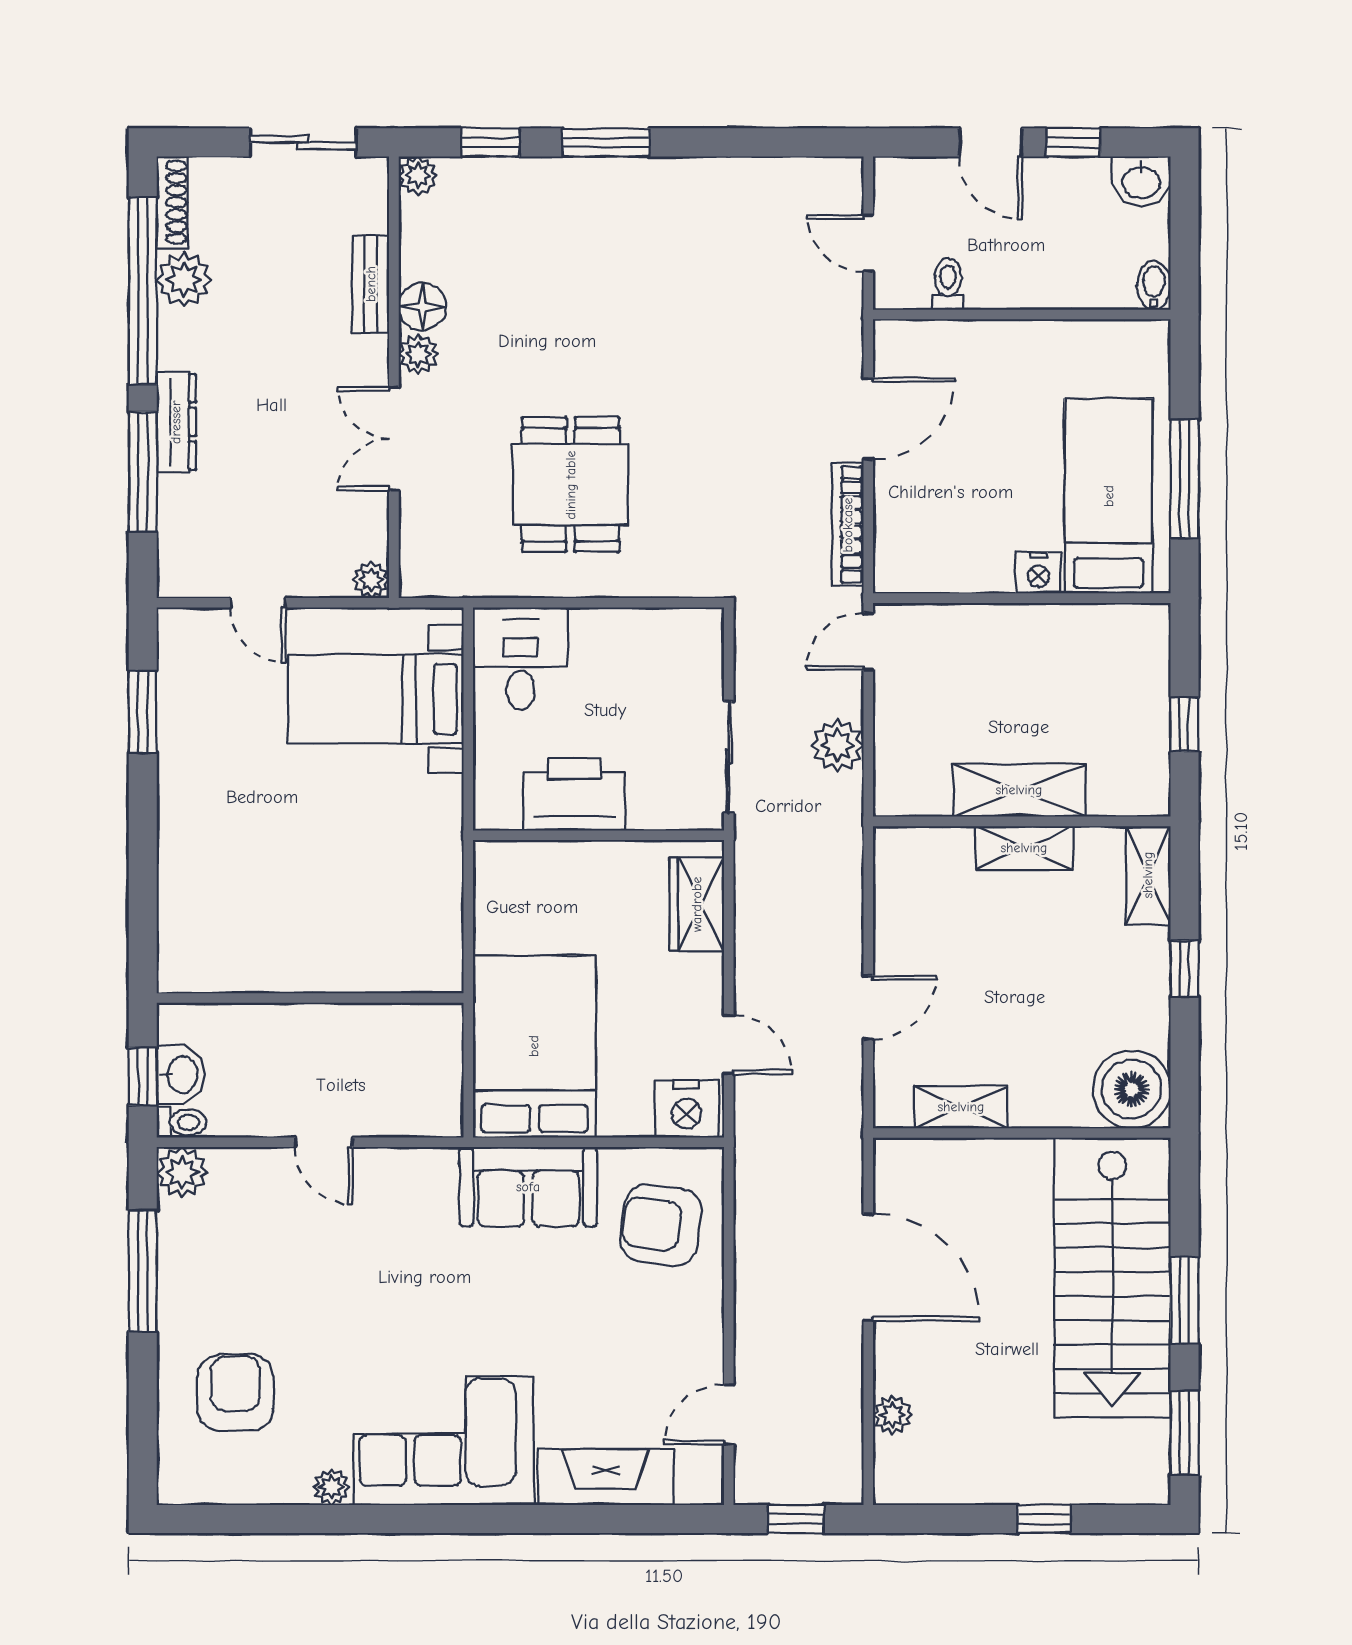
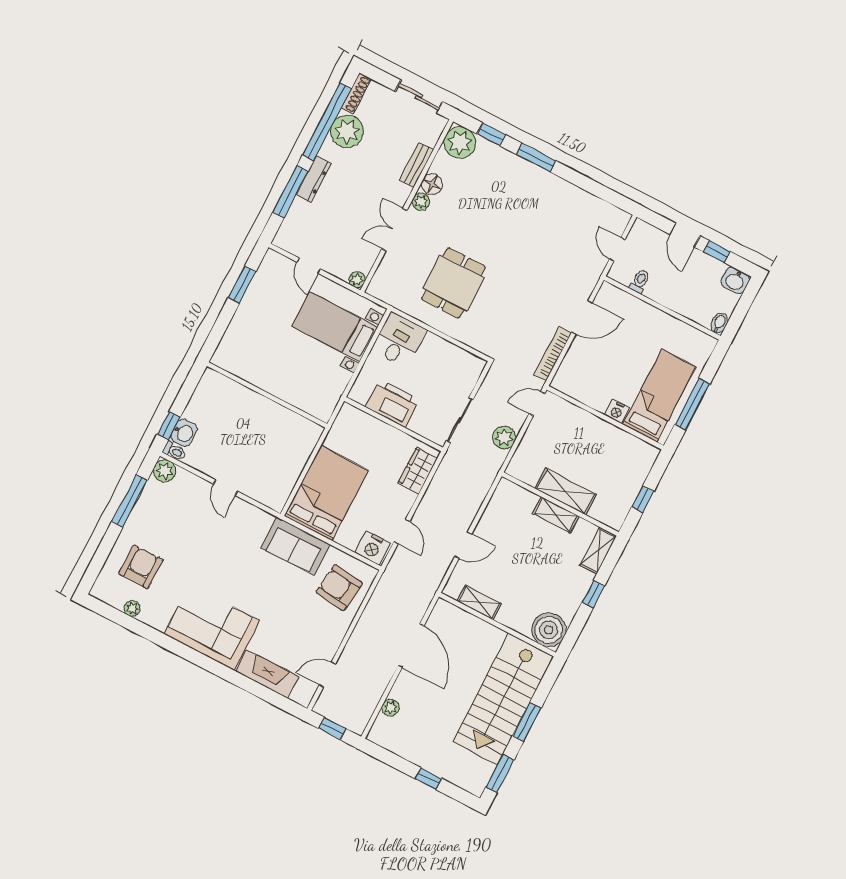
plant: (418, 176) -> (460, 143), width x1.88, depth x1.88
plant: (184, 279) -> (347, 131), width x1.36, depth x1.36
wall: (310, 998) -> (267, 395), moved
plant: (331, 1487) -> (132, 609), moved

